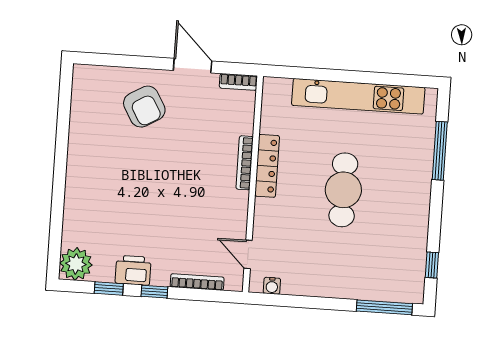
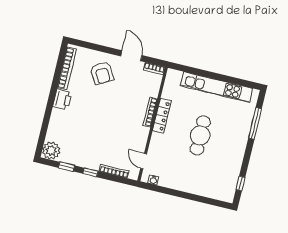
bookcase: (79, 109) -> (67, 68), added
printer: (133, 270) -> (62, 99), moved, turned 90
window: (384, 307) -> (211, 202), removed

